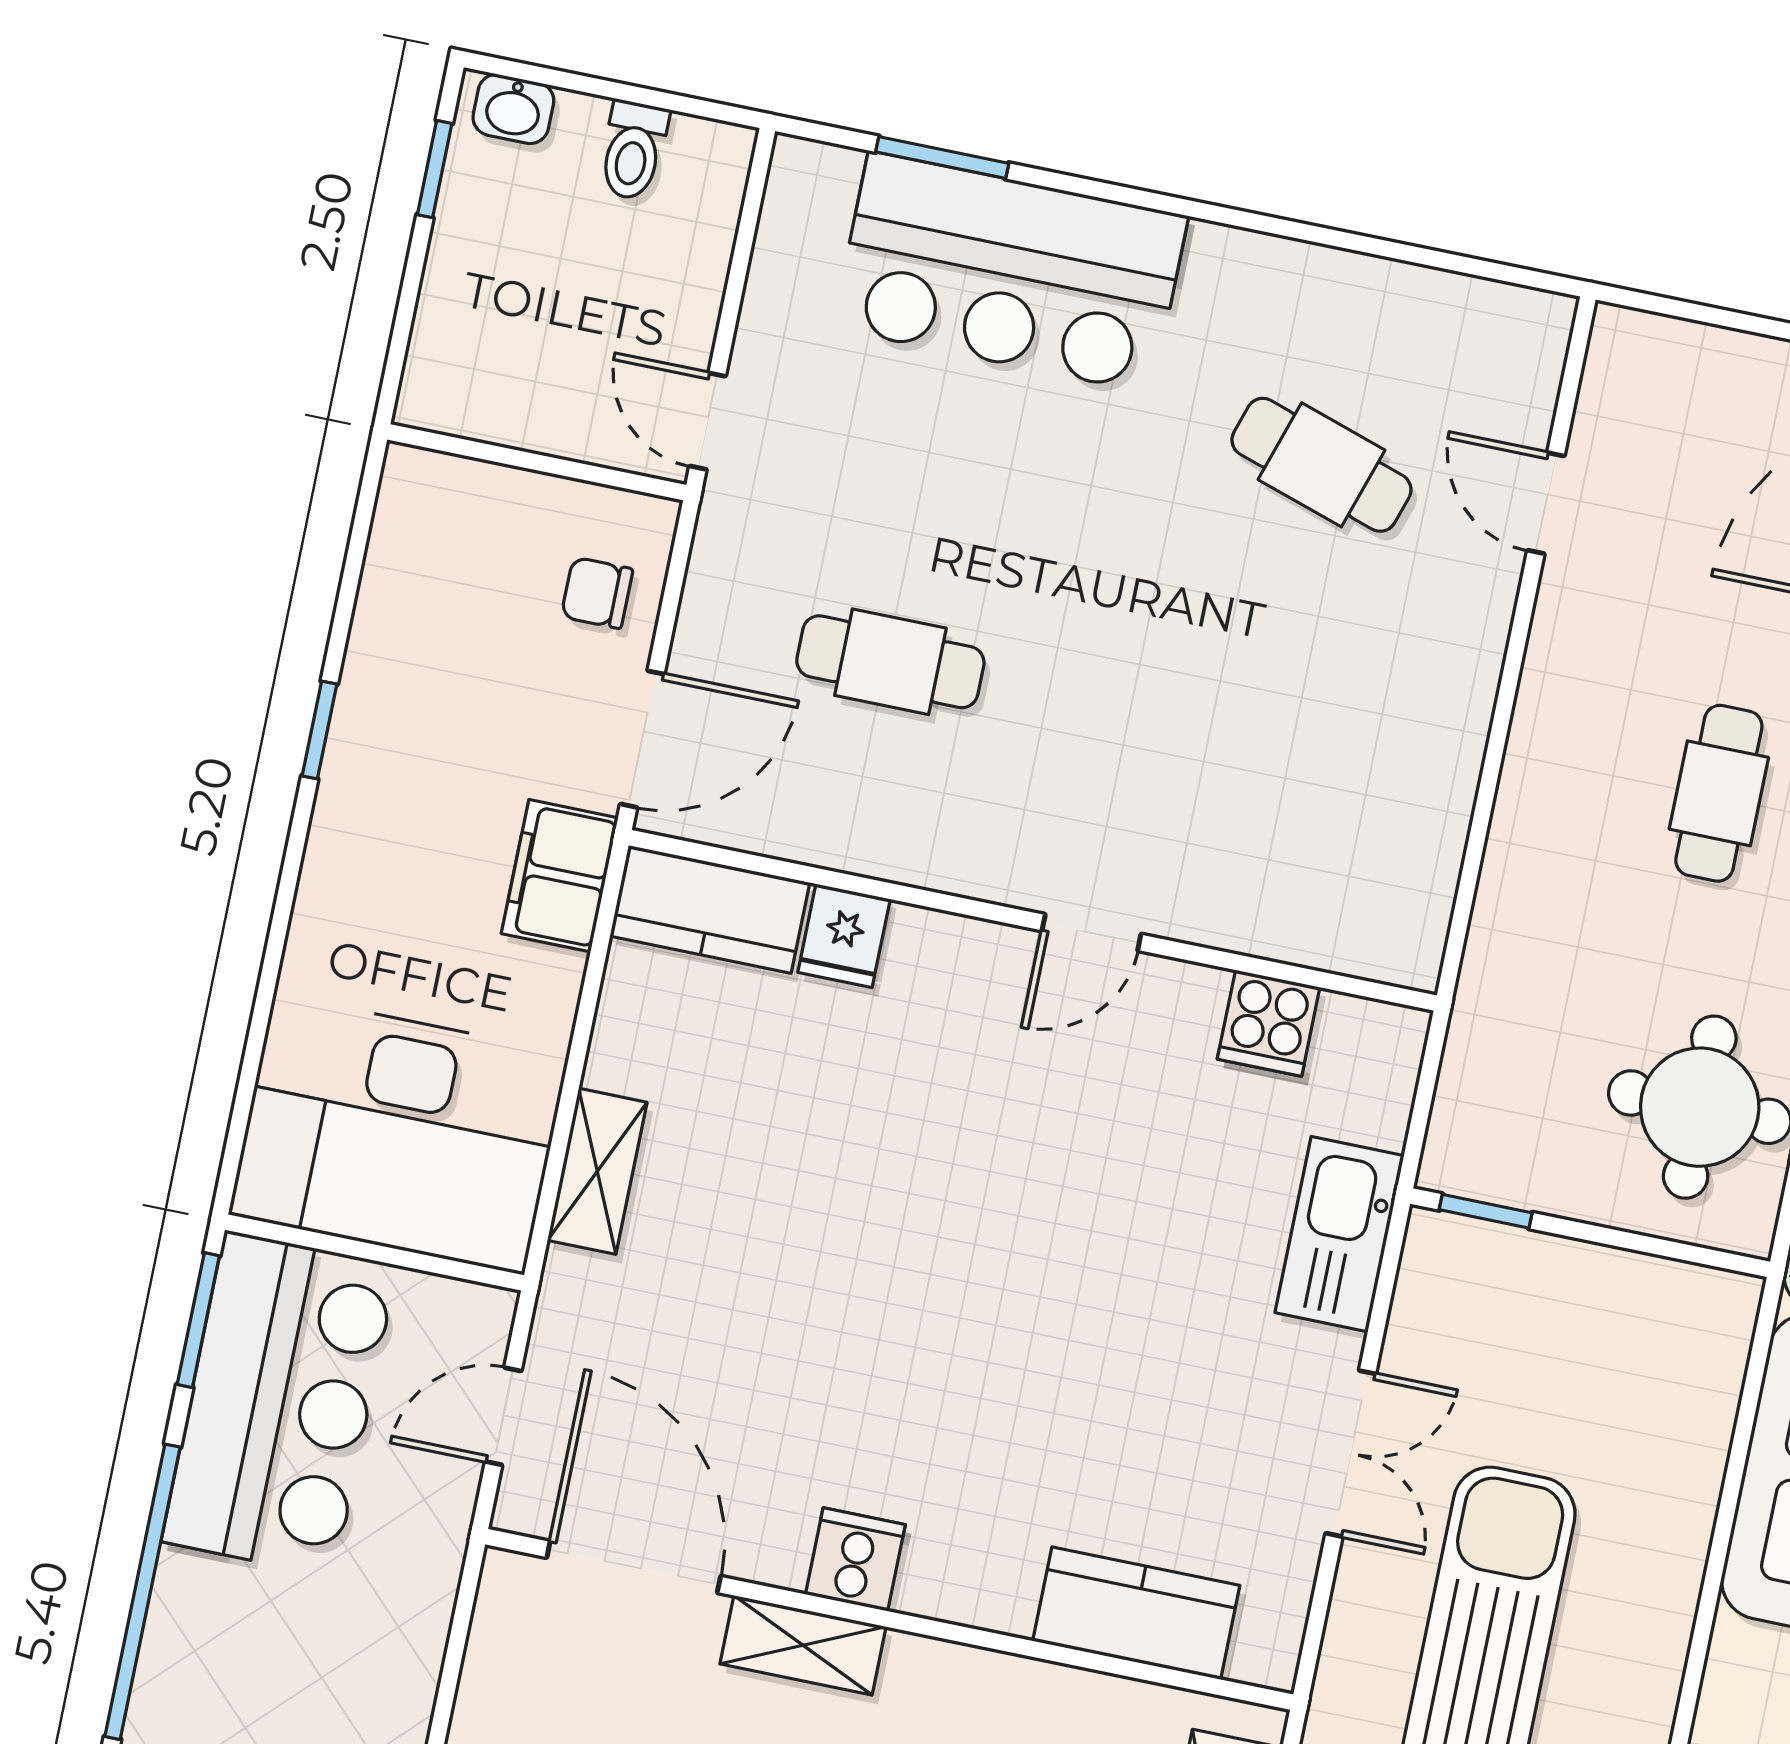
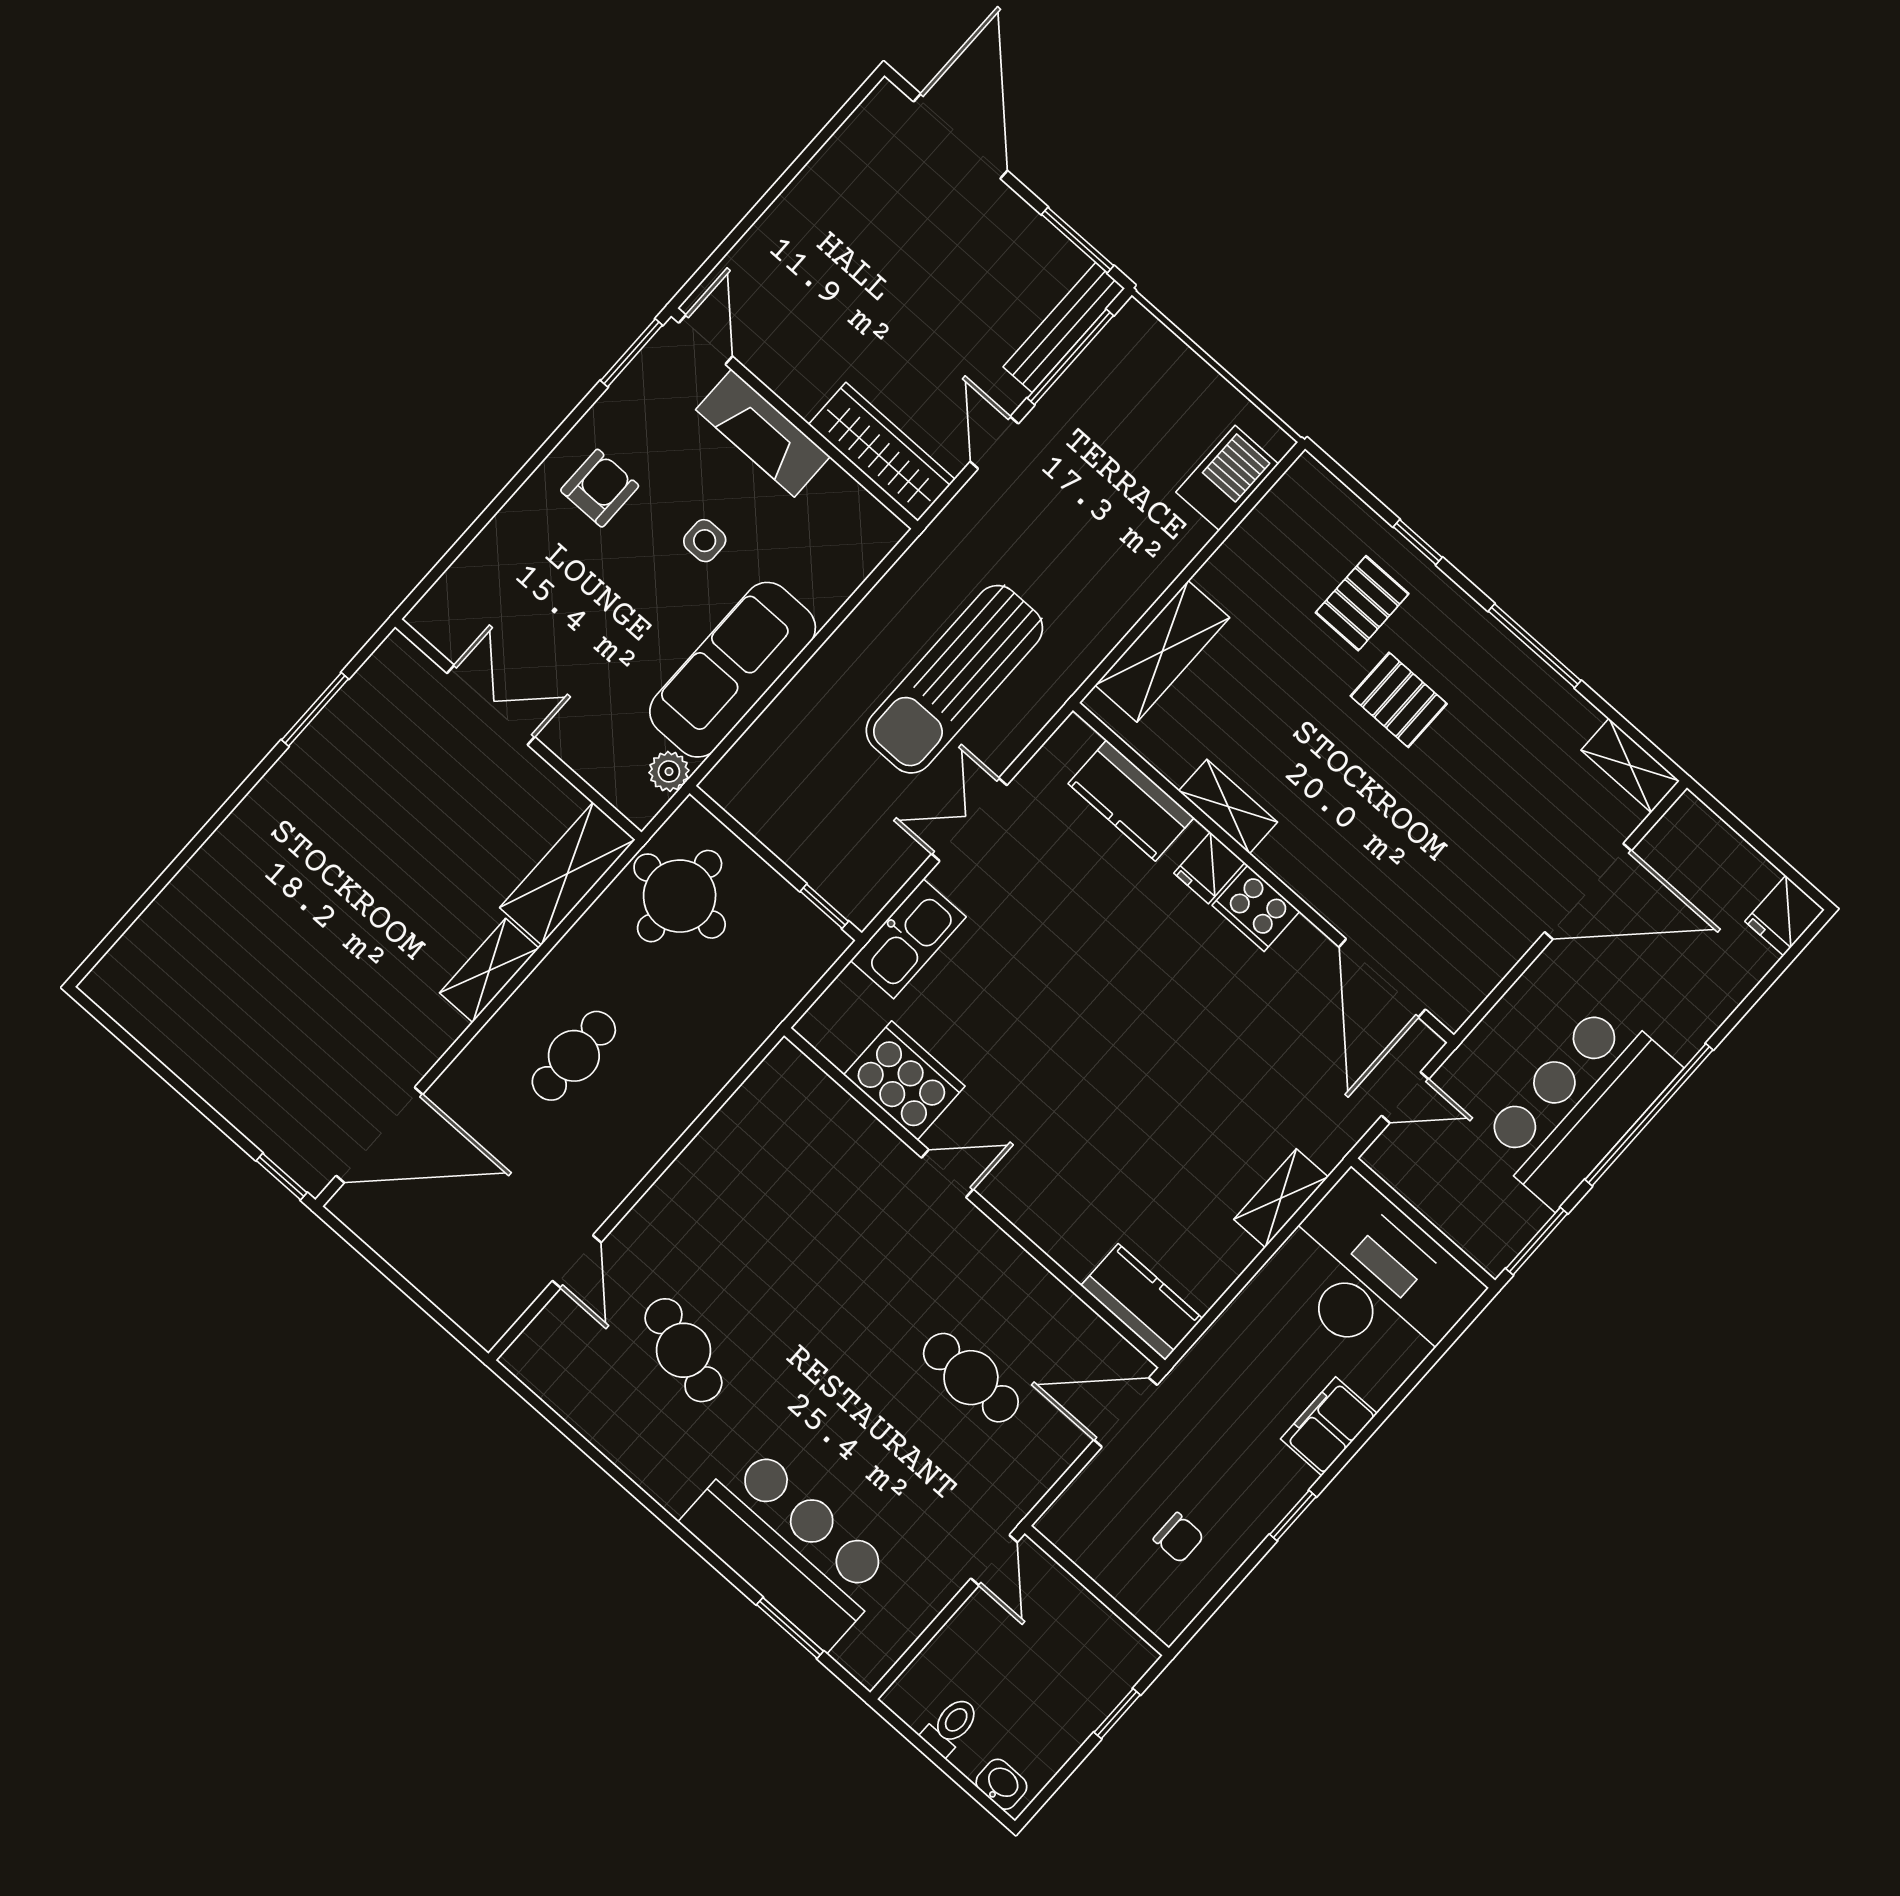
window: (435, 169) -> (1117, 1714), moved
chair: (597, 593) -> (1179, 1538), moved
filing cabinet: (560, 876) -> (1329, 1426), moved, turned 180
fridge: (844, 936) -> (1209, 868), moved, turned 180
cooker: (1269, 1023) -> (904, 1080), width x1.87, depth x1.31
bar counter: (280, 1403) -> (1579, 1105), moved
cooker: (855, 1559) -> (1256, 908), width x1.36
shelving: (803, 1645) -> (1228, 807), moved

